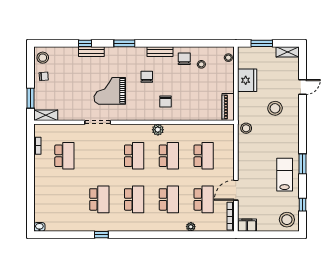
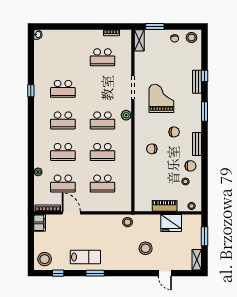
piano: (228, 107) -> (165, 206), moved
plant: (158, 130) -> (126, 115), moved

